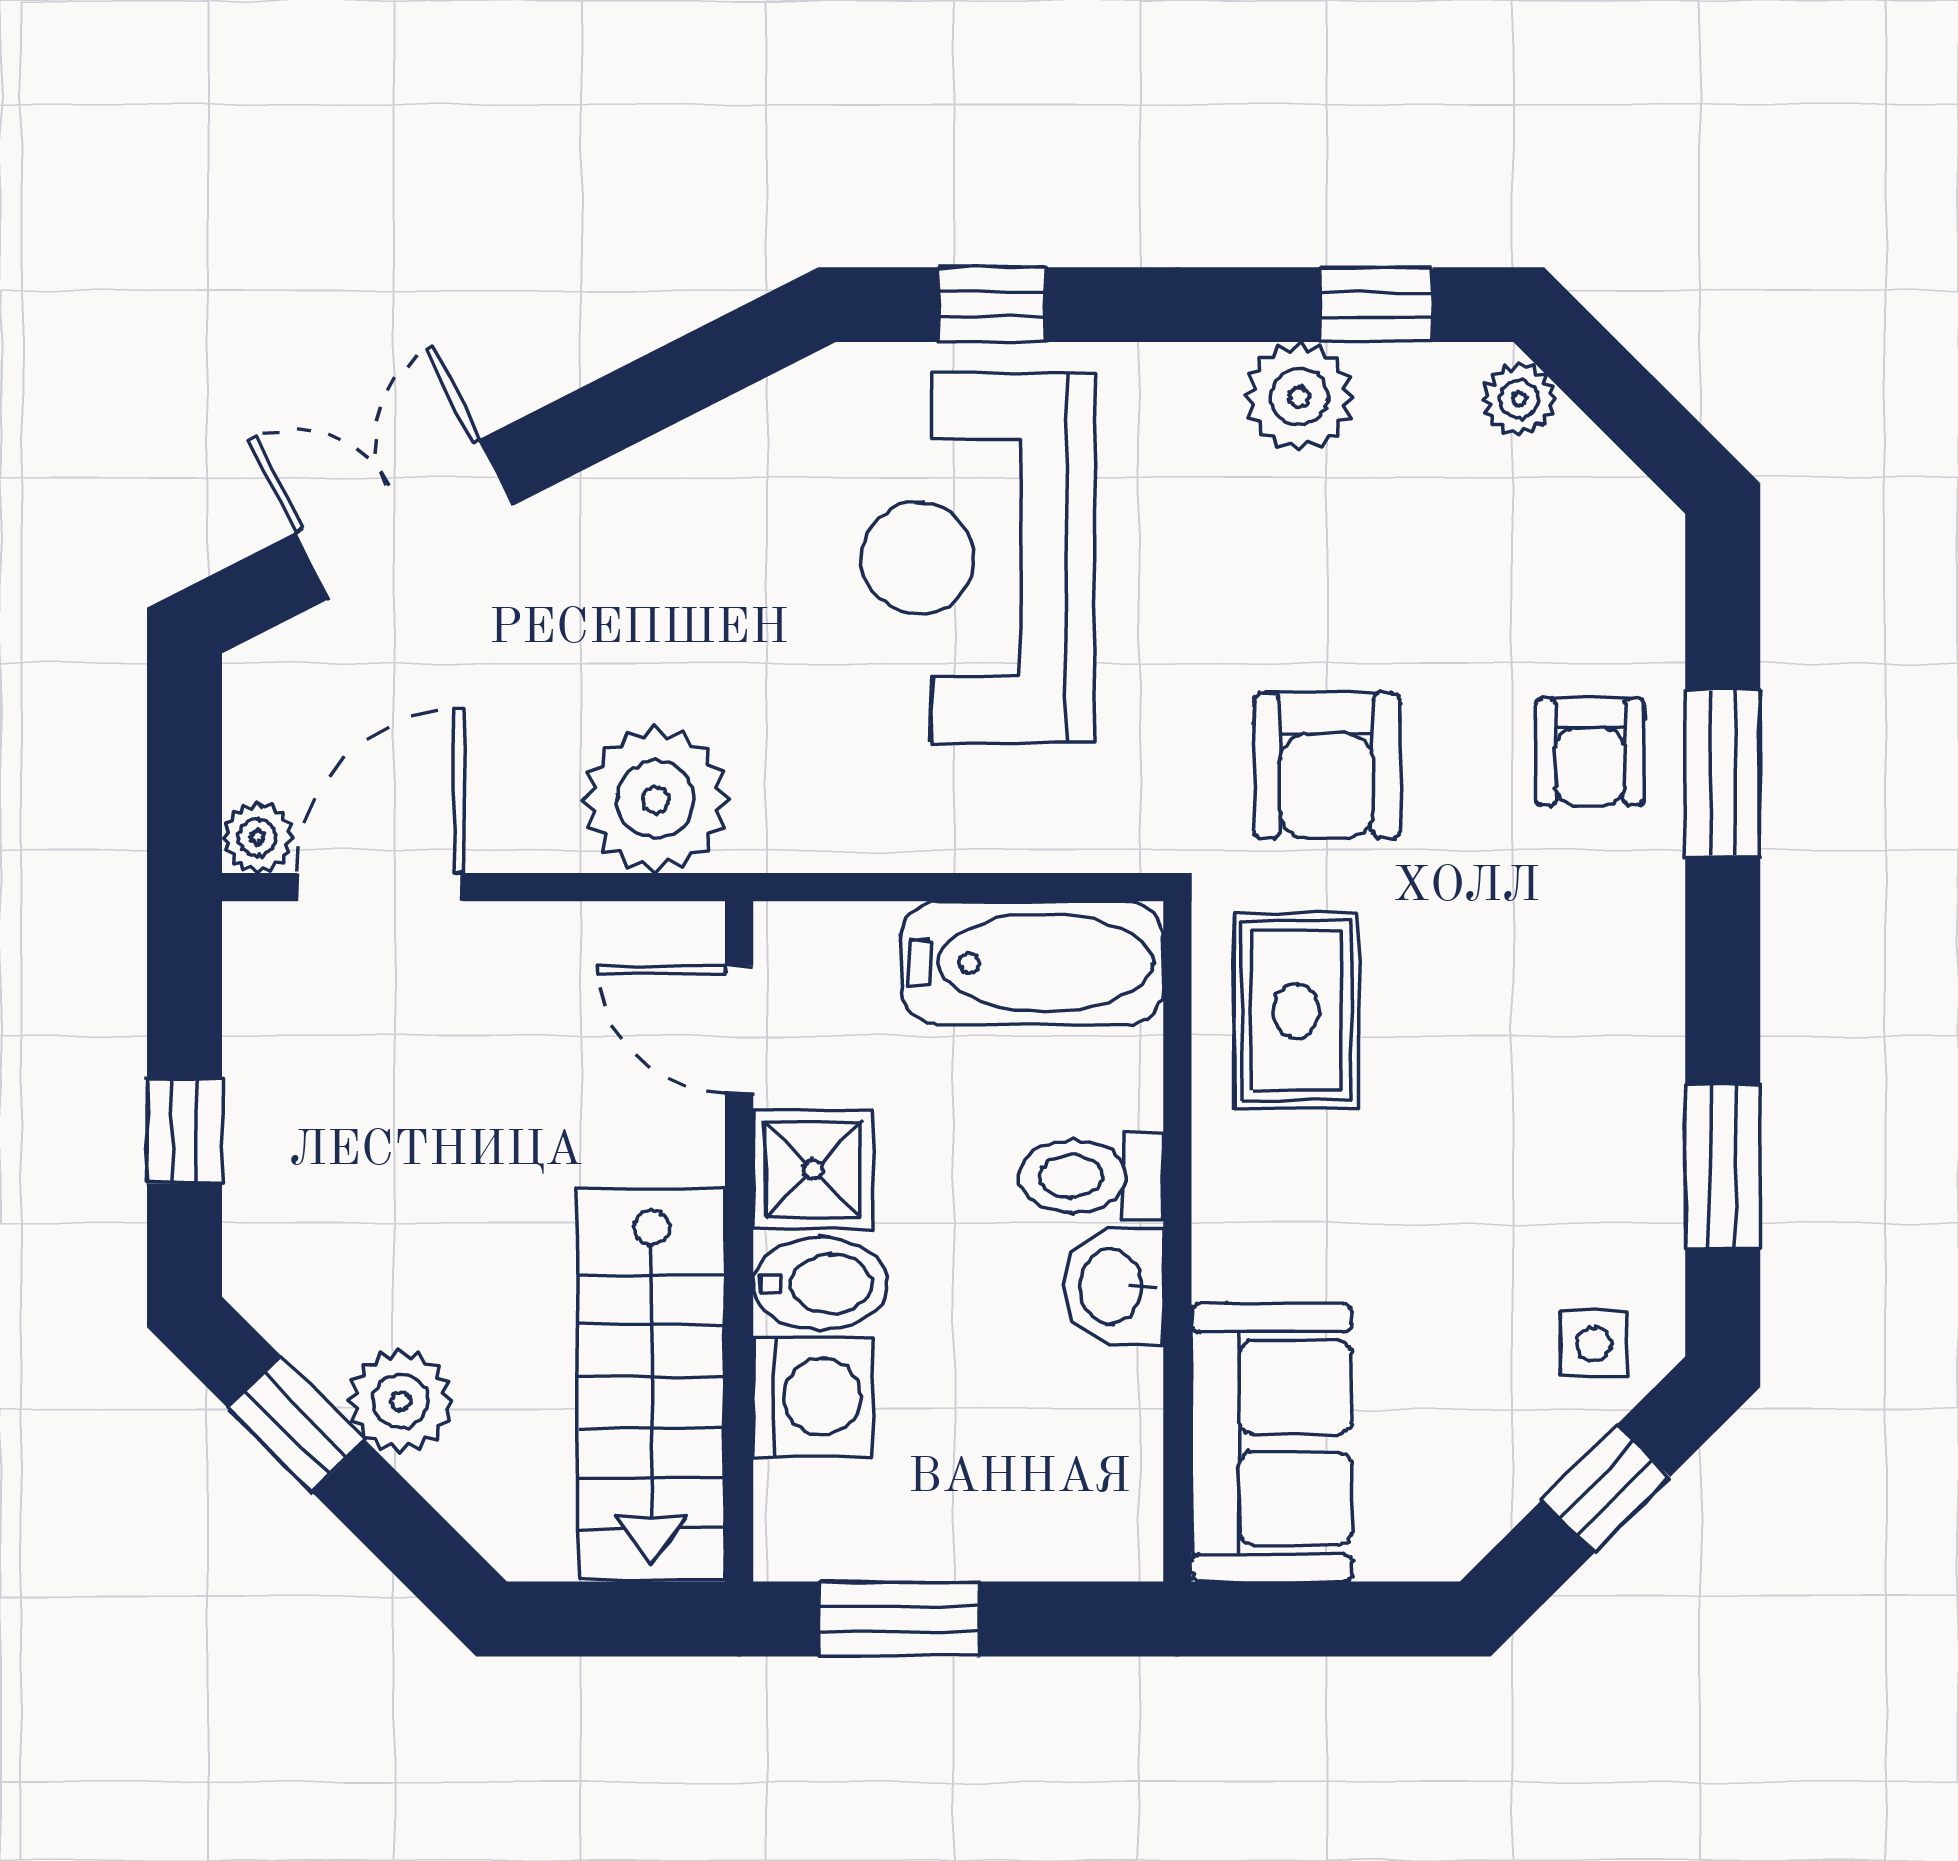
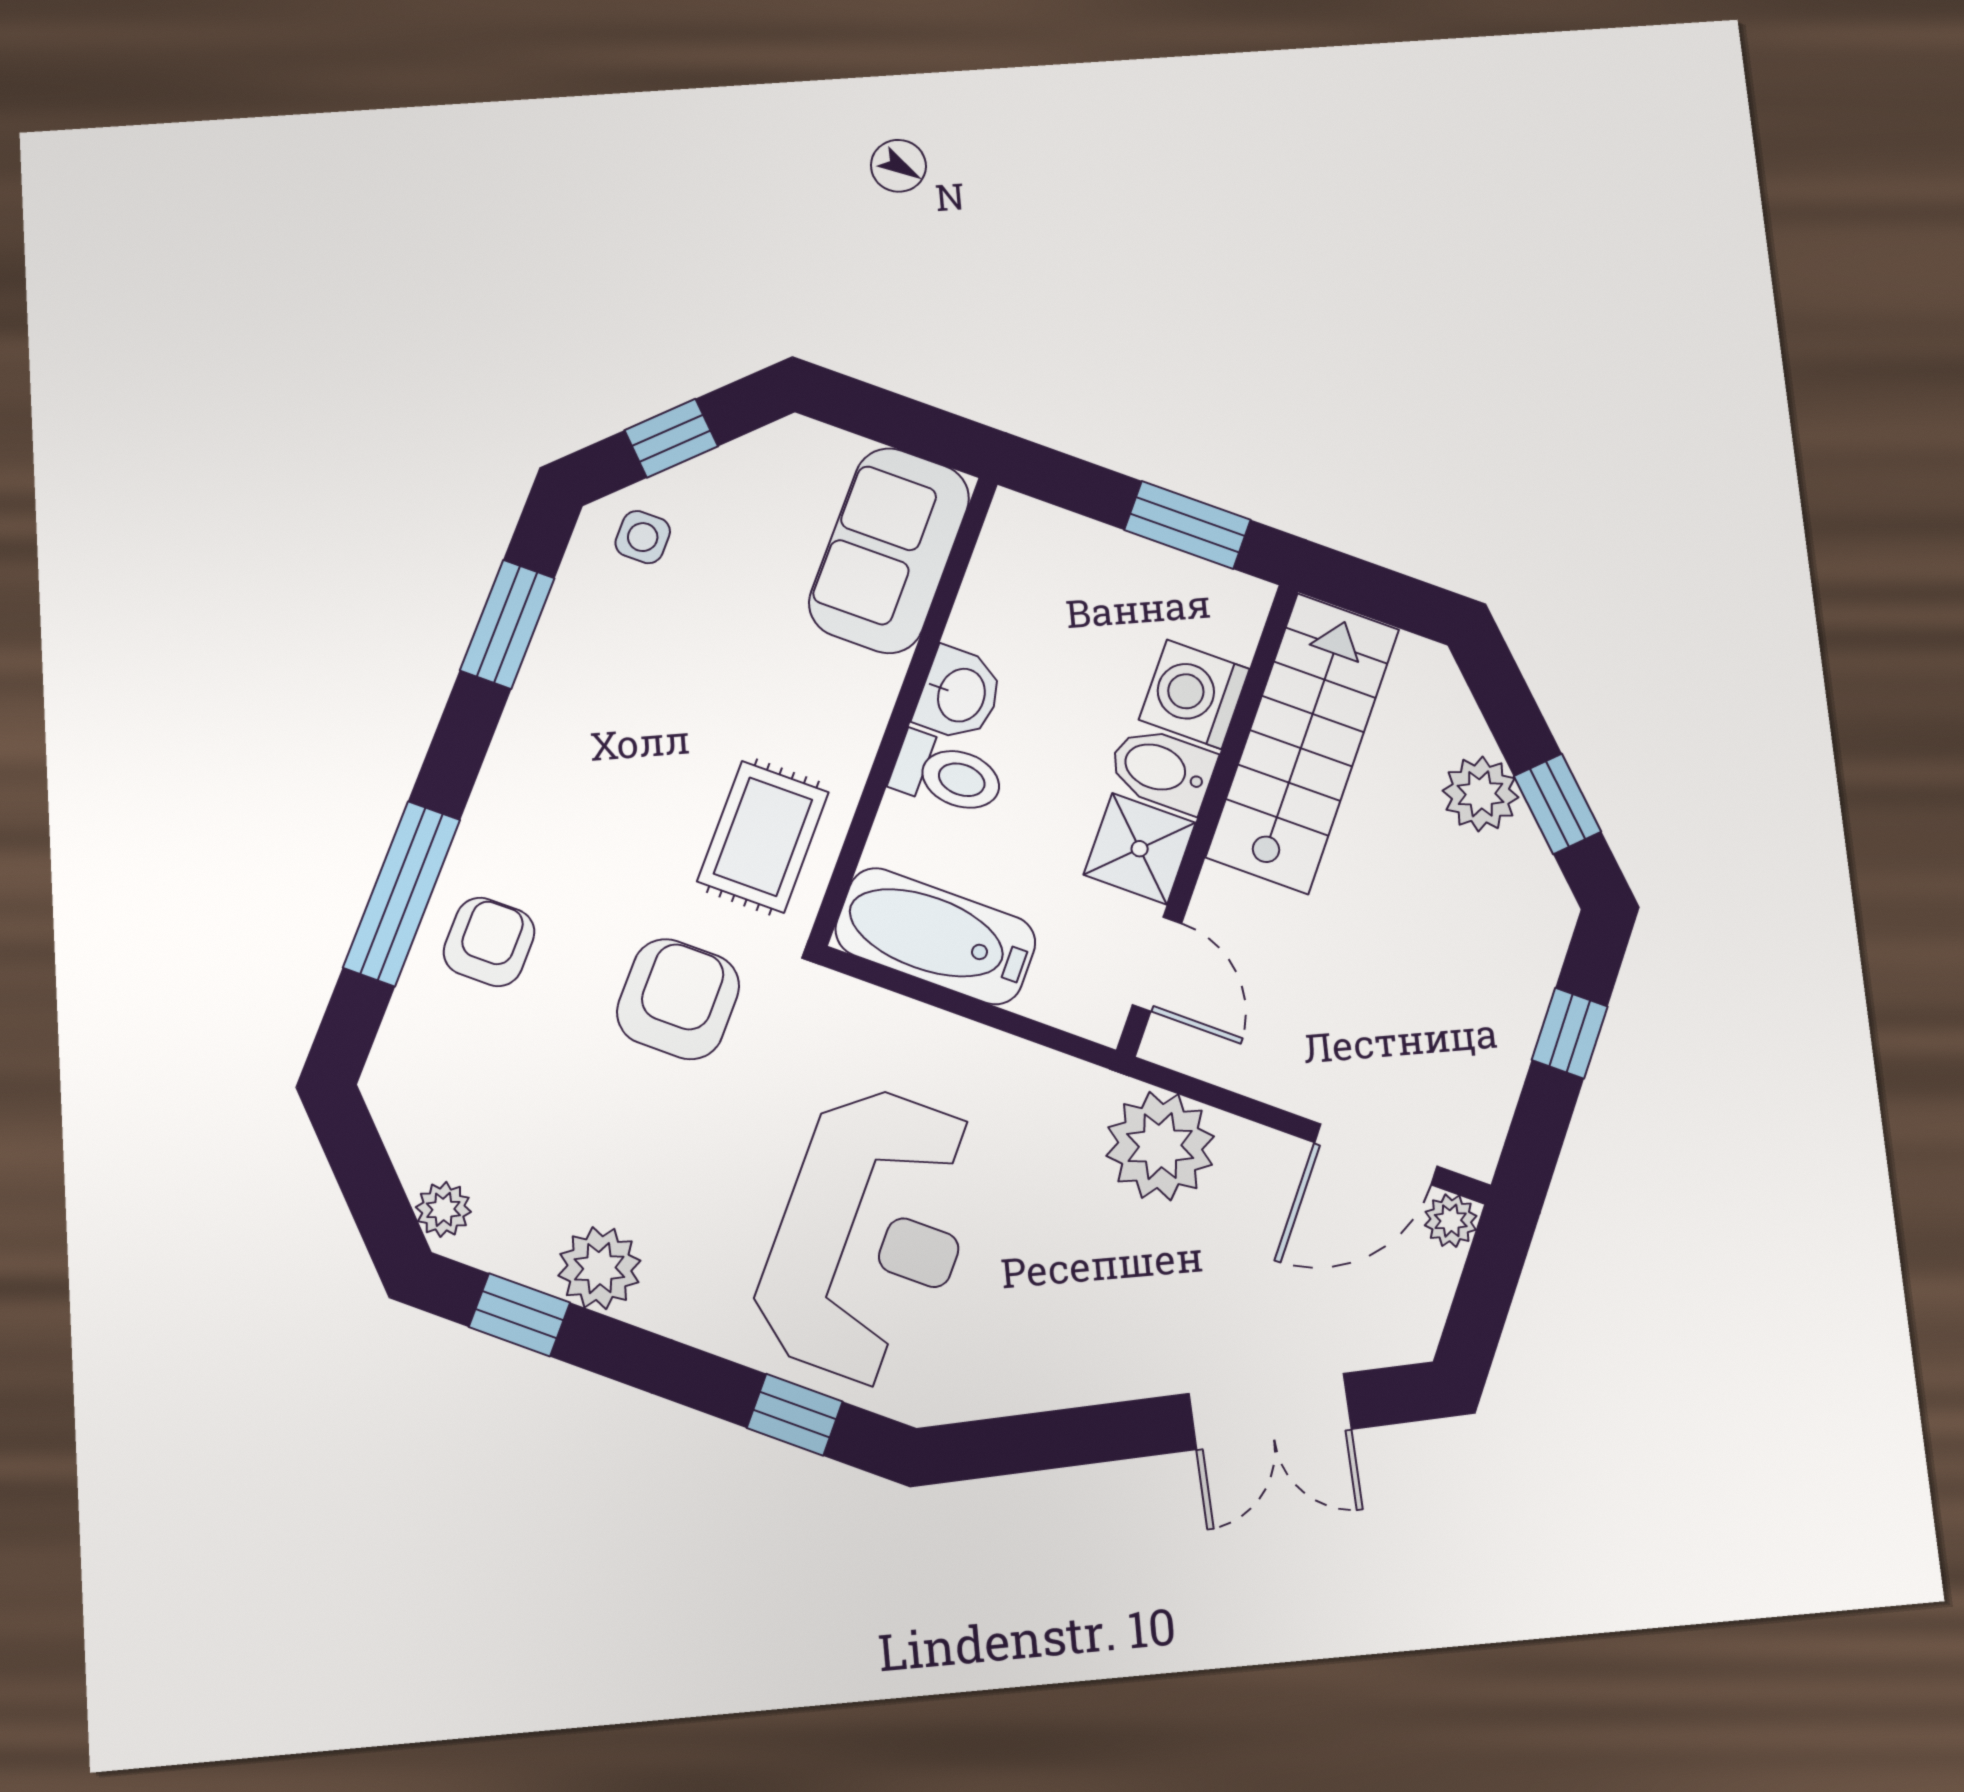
window: (1723, 773) -> (402, 894), width x1.44

